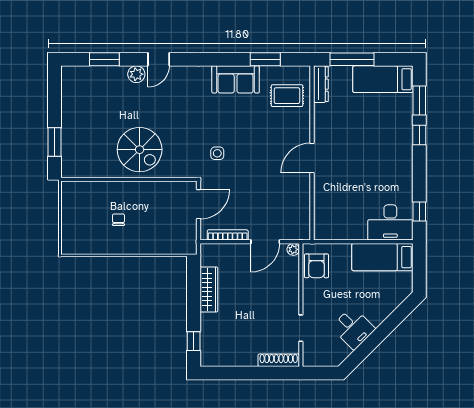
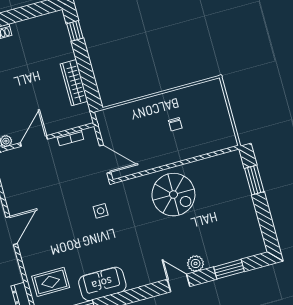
door: (159, 59) -> (179, 283), hinge flipped
spiral stairs: (140, 150) -> (173, 195), turned 180
door: (198, 204) -> (105, 159), swing flipped
bookcase: (228, 235) -> (70, 138), width x0.64

